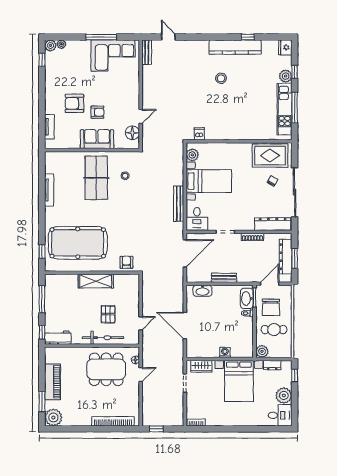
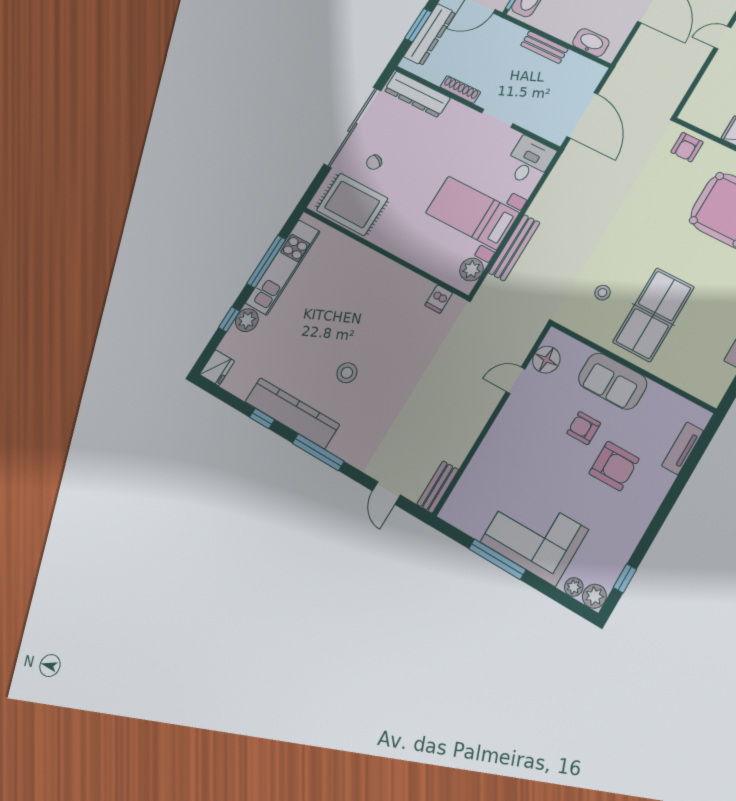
window: (211, 37) -> (318, 452), added
corner sofa: (113, 55) -> (534, 536), moved
bench: (179, 204) -> (514, 248), moved
door: (185, 253) -> (582, 115), swing flipped

